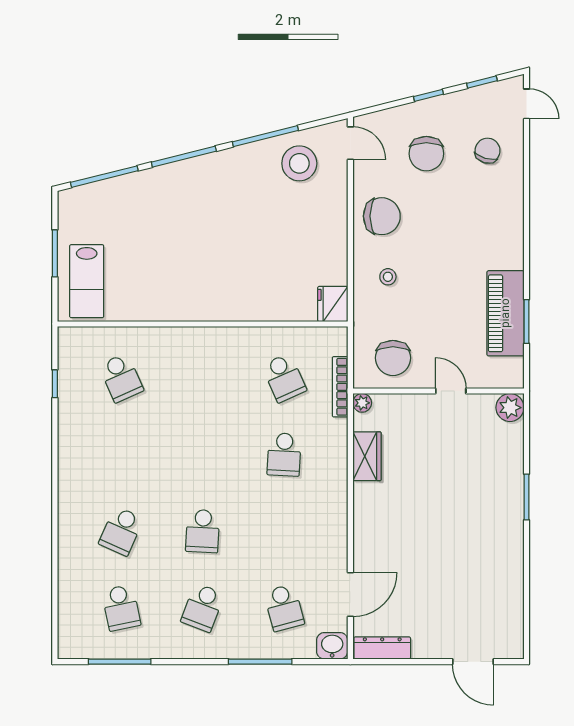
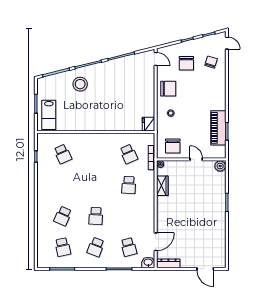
stool: (299, 163) -> (80, 84), moved

